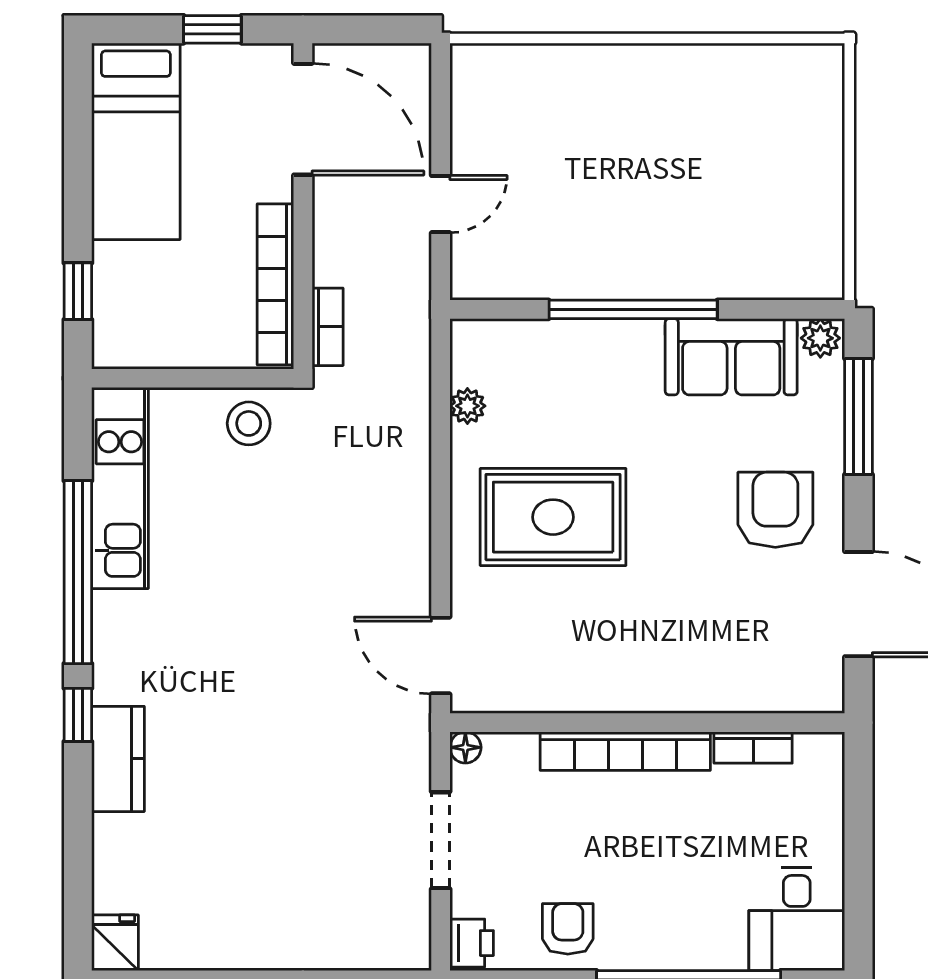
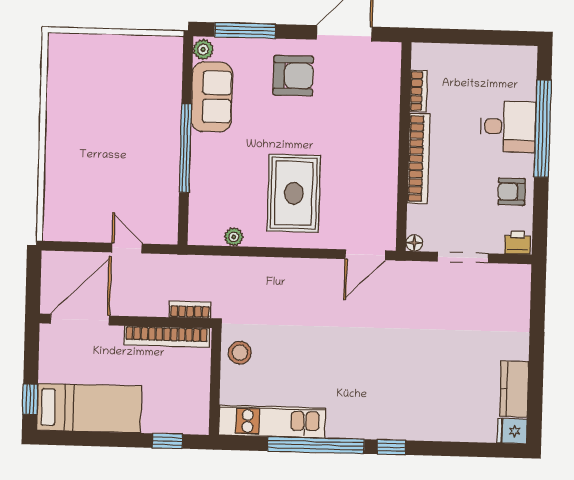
window: (212, 29) -> (30, 399), moved
armchair: (775, 510) -> (293, 76), turned 180
kitchen counter: (118, 759) -> (514, 389), moved, turned -90
desk: (797, 919) -> (508, 127), moved

